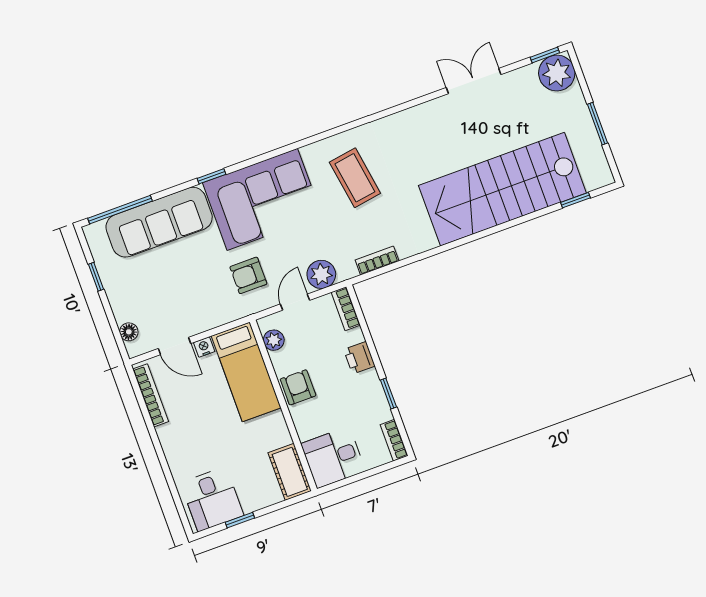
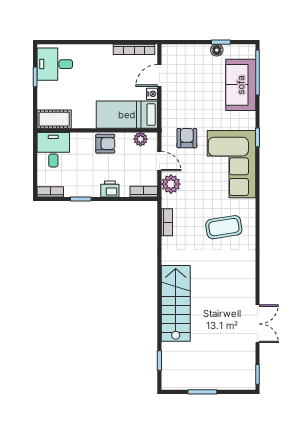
plant: (557, 73) -> (243, 378), removed
stairs: (502, 189) -> (176, 303), width x0.73, depth x0.66
sofa: (159, 222) -> (241, 85), width x0.73
floor lamp: (129, 332) -> (217, 50), moved

